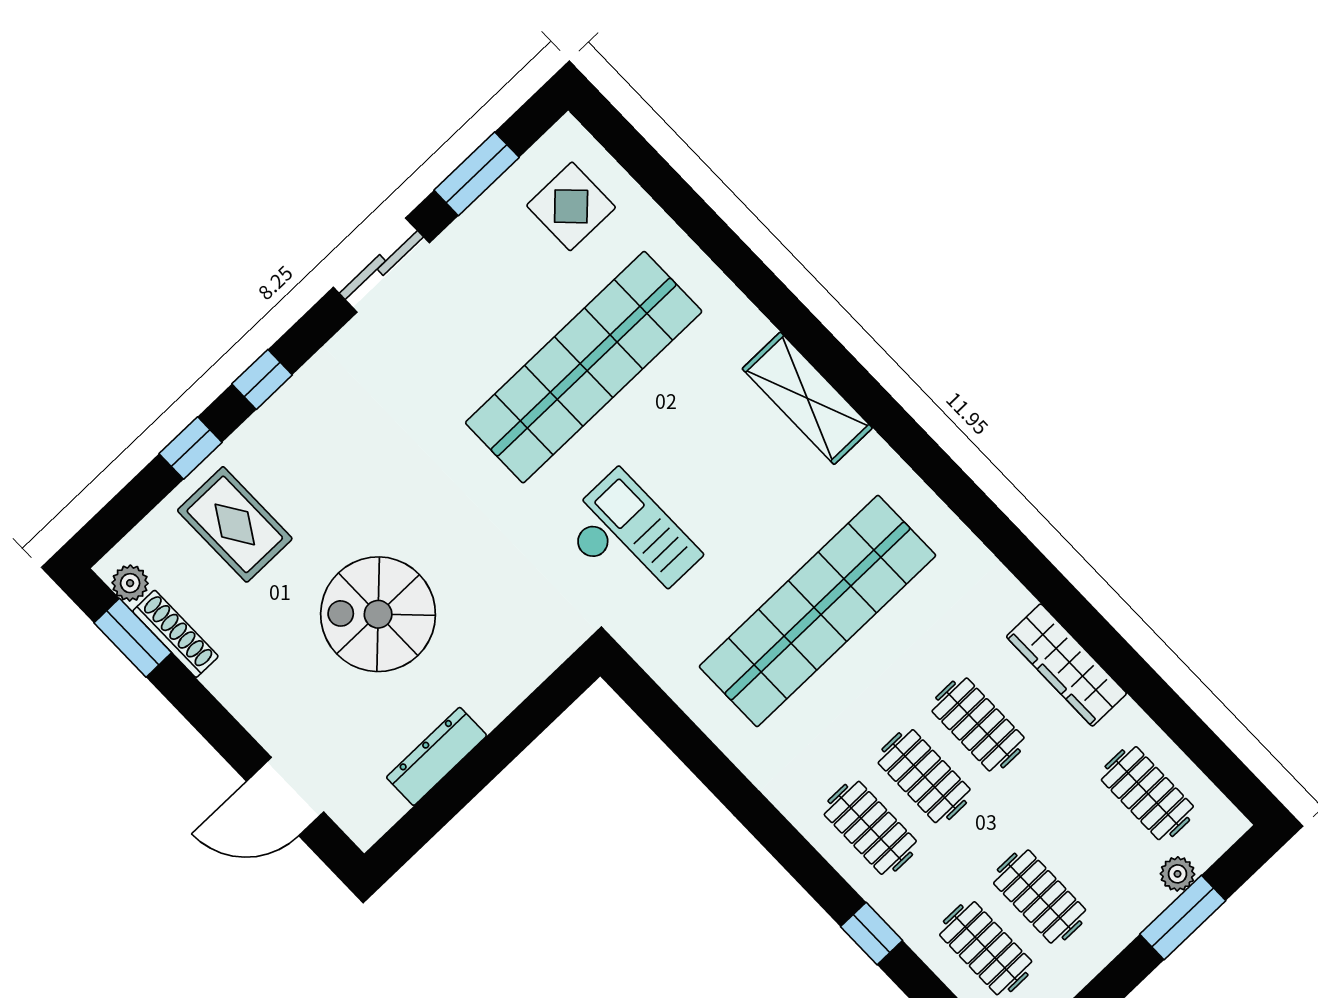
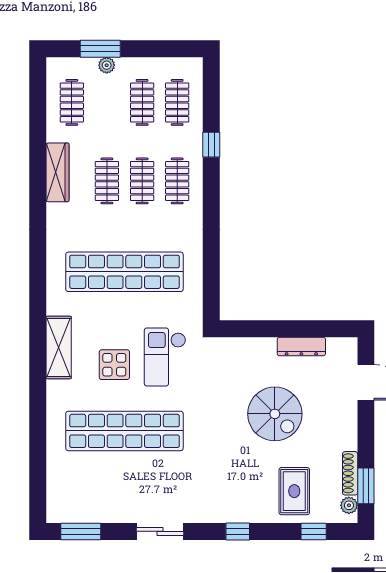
window: (477, 174) -> (81, 531), moved
display table: (571, 206) -> (114, 365), moved
window: (191, 448) -> (314, 531), moved
plant: (1177, 874) -> (107, 65), moved

